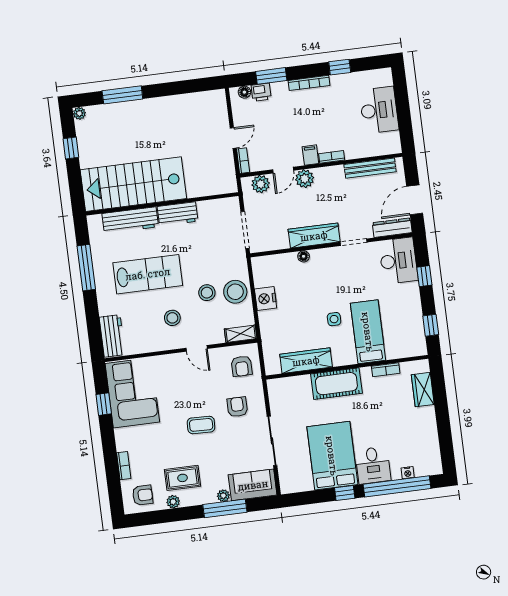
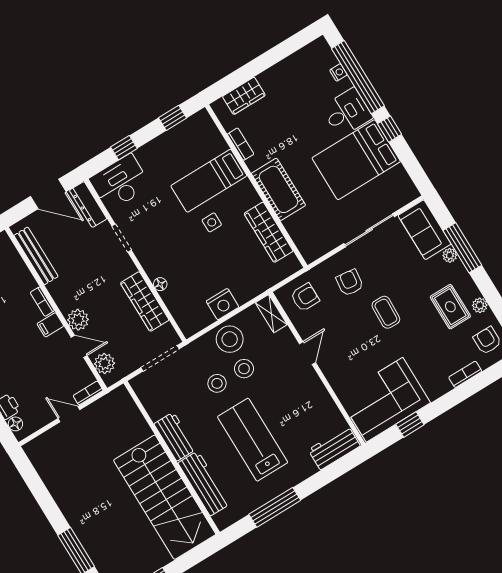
wardrobe: (314, 236) -> (145, 301), moved
stool: (172, 318) -> (217, 383), moved
armchair: (237, 407) -> (350, 283), turned 97

